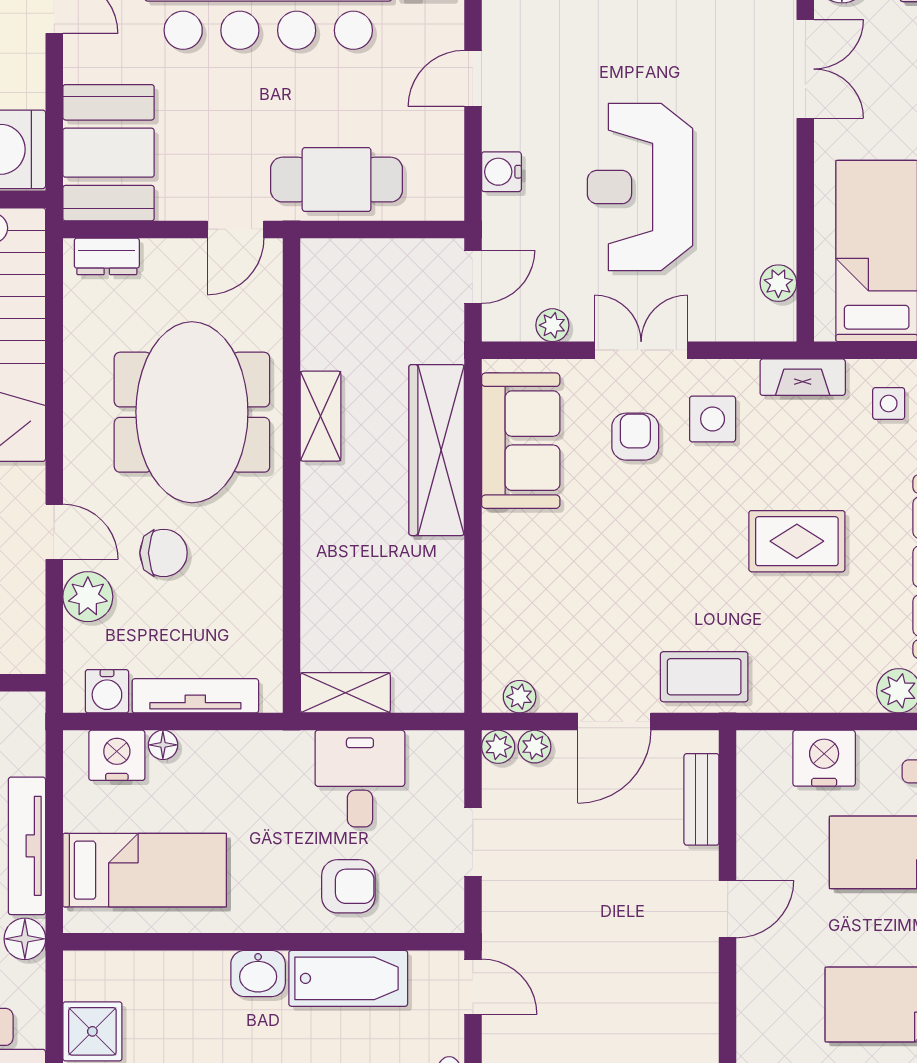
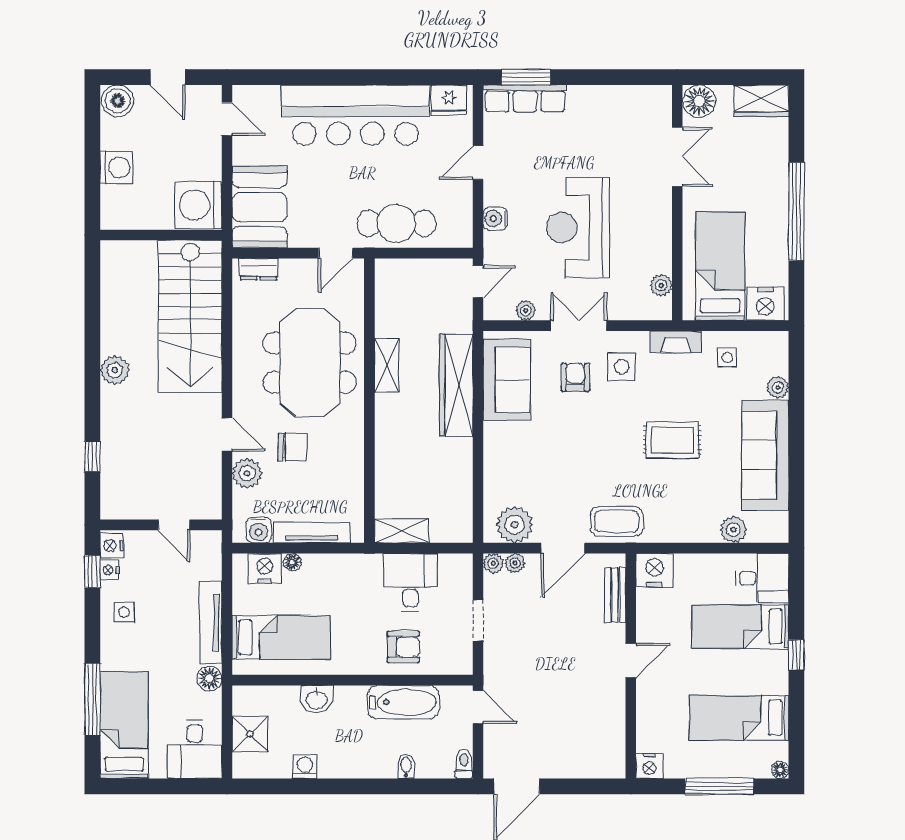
plant: (520, 697) -> (515, 525), width x1.87, depth x1.87
nightstand: (824, 758) -> (655, 570), moved
washbasin: (258, 973) -> (317, 699), moved

